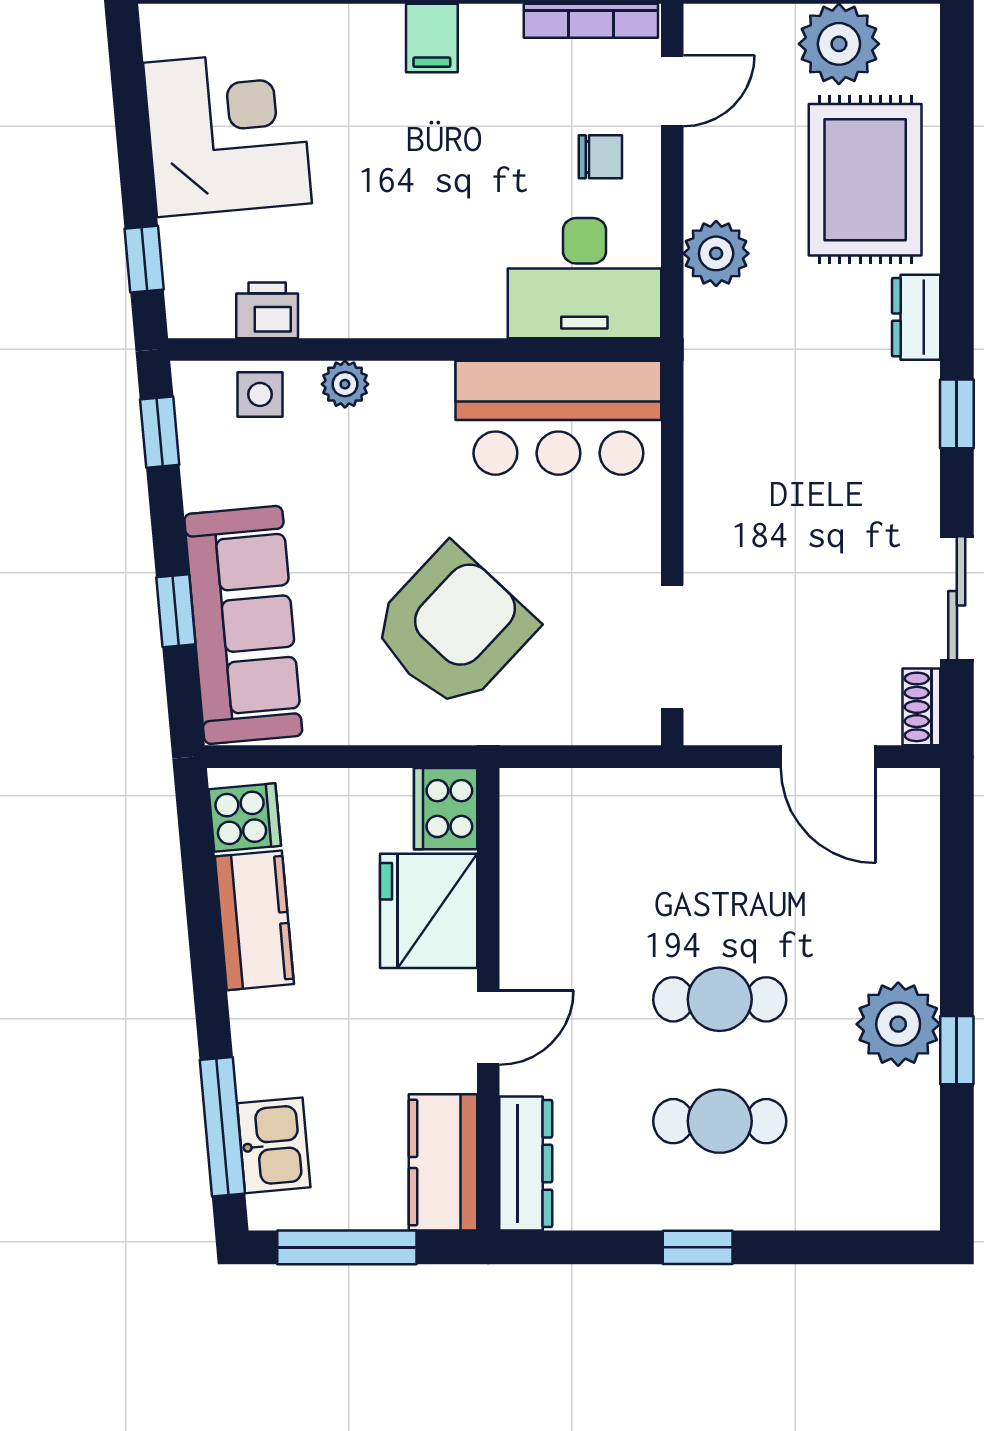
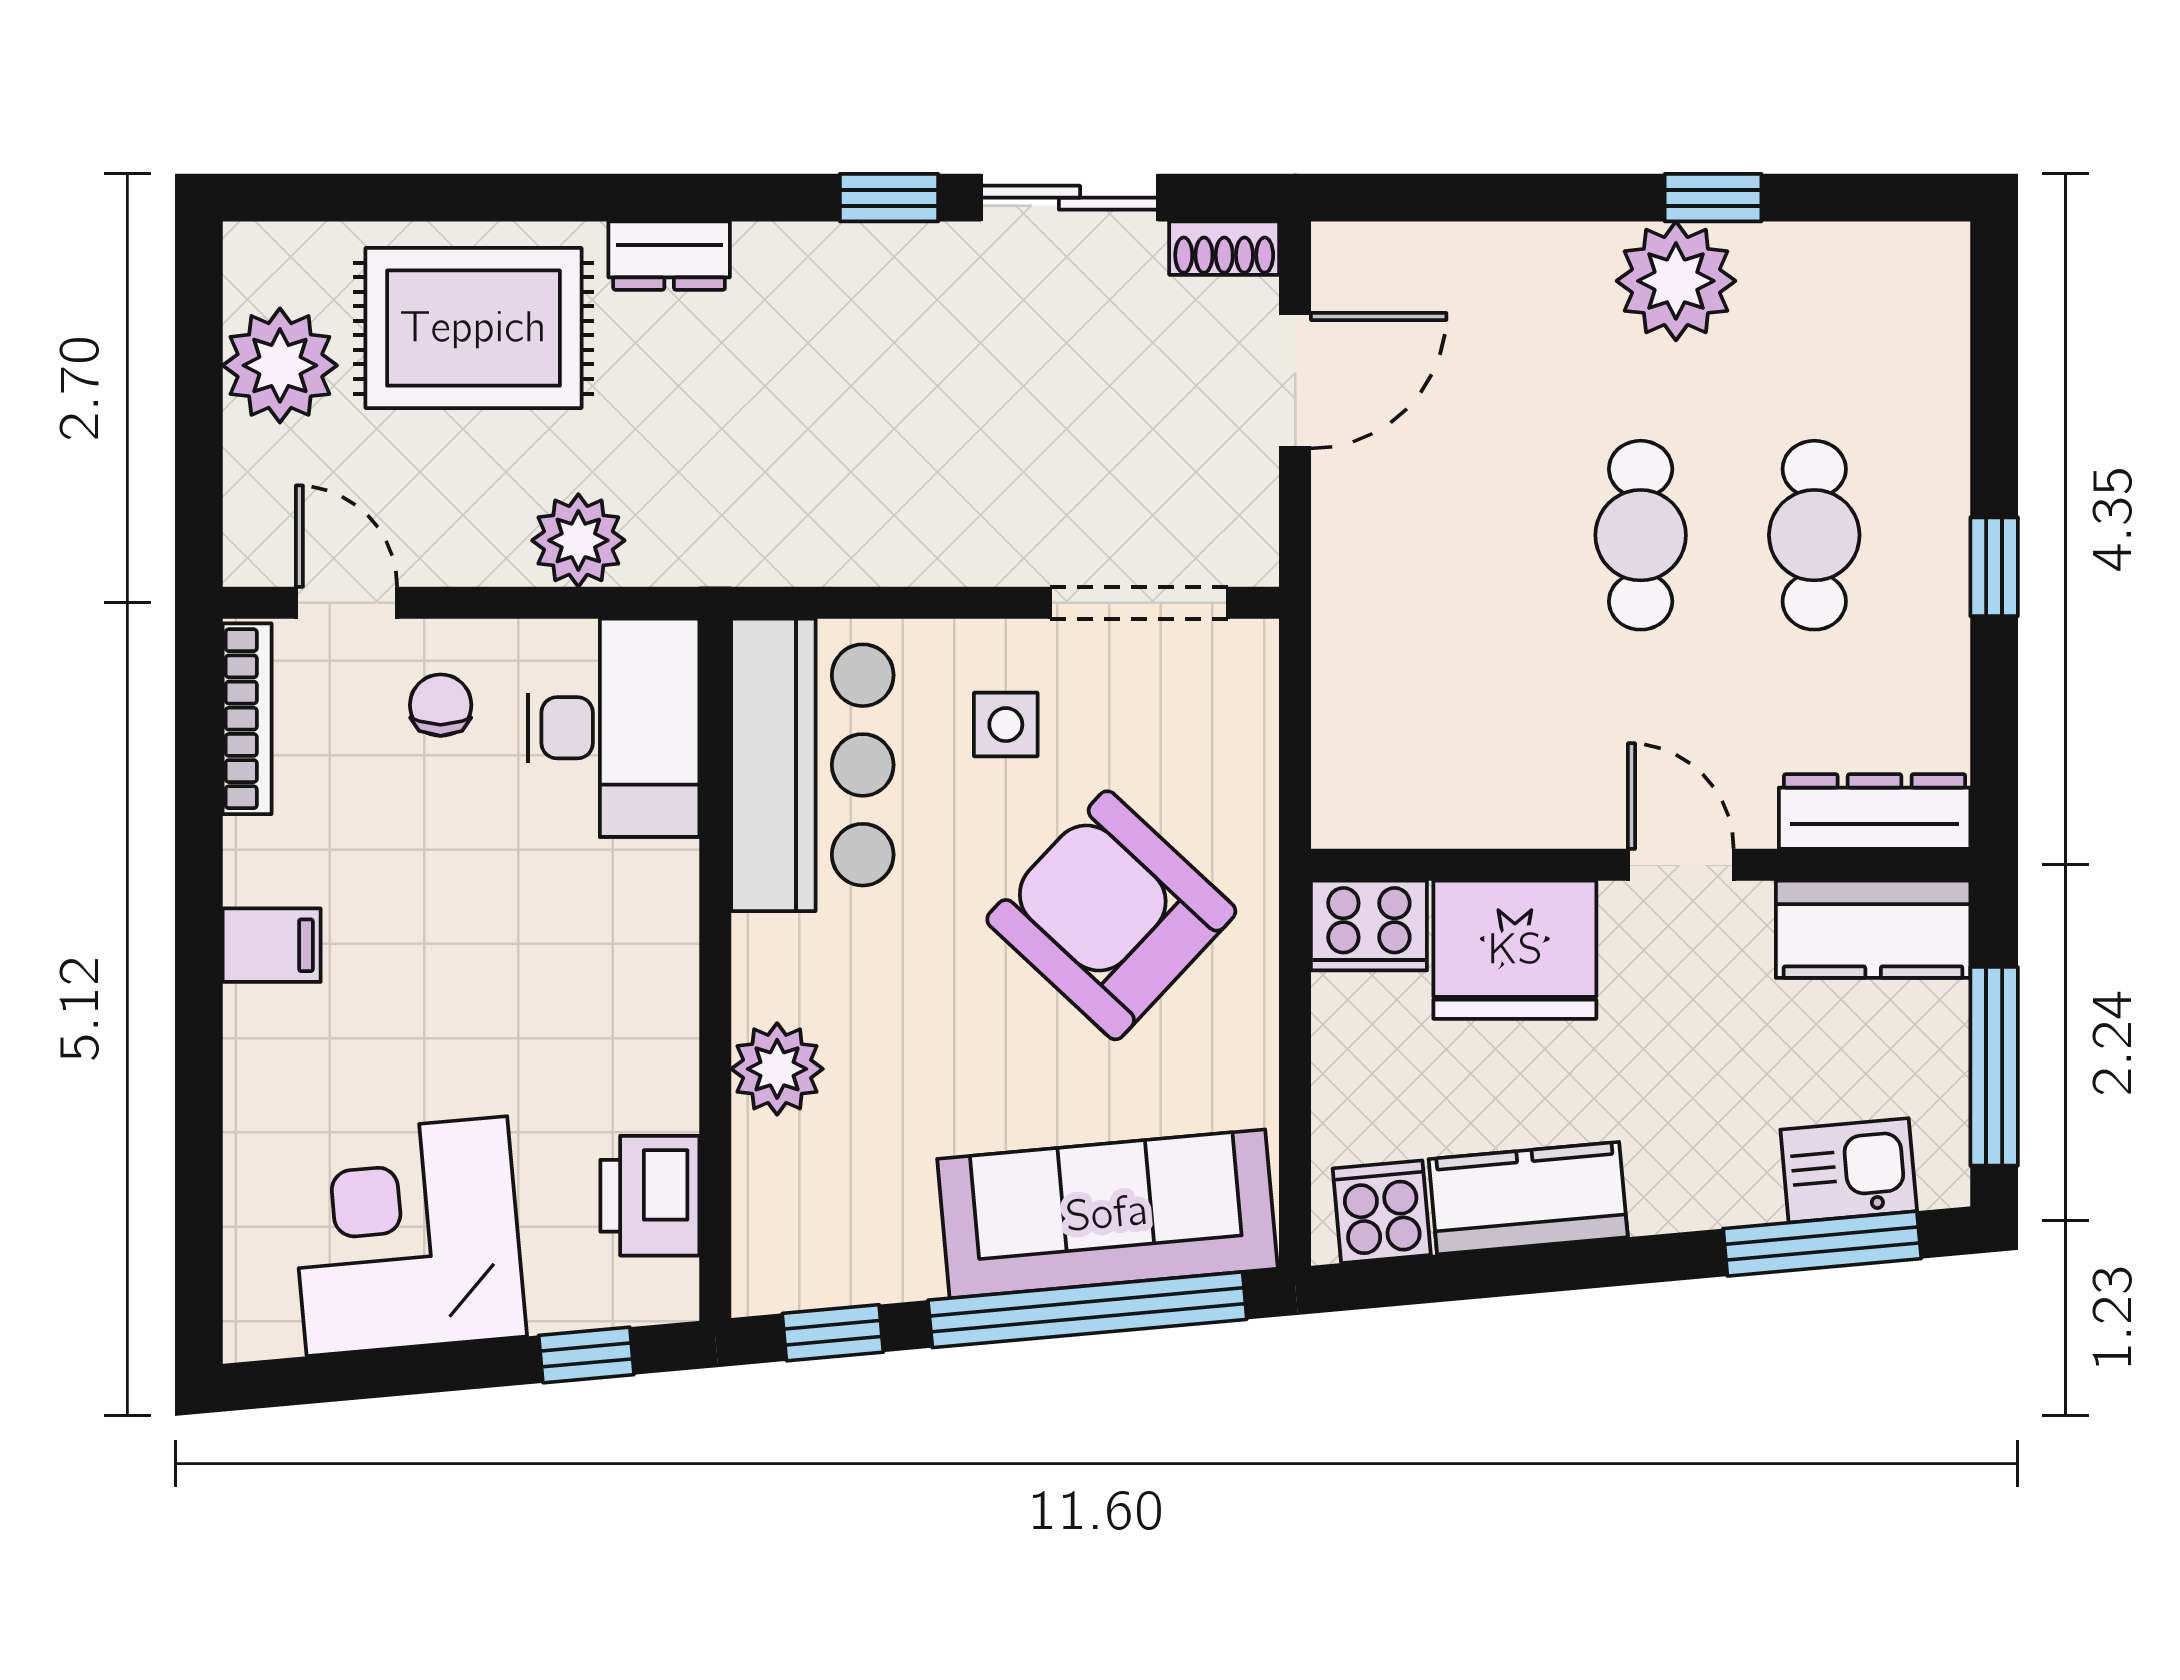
printer: (267, 310) -> (650, 1196), width x1.36, depth x1.24
plant: (345, 384) -> (777, 1069), width x1.38, depth x1.38
side table: (260, 394) -> (1006, 725), moved
window: (957, 414) -> (889, 198), moved
window: (176, 611) -> (1087, 1310), width x3.17

